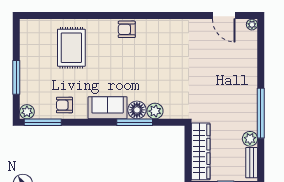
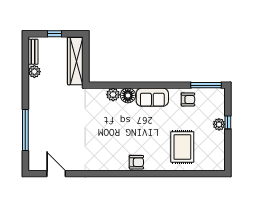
plant: (252, 25) -> (33, 166), removed
window: (16, 77) -> (228, 122), width x0.46
plant: (27, 112) -> (219, 124), moved
window: (261, 113) -> (25, 130), moved
window: (135, 122) -> (130, 85), removed

